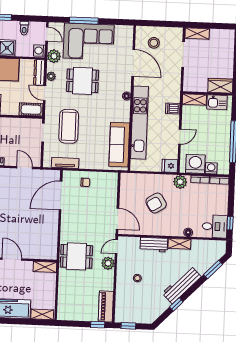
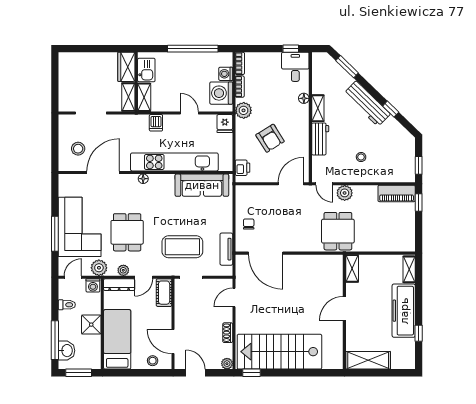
shelving: (197, 34) -> (128, 97), moved
printer: (132, 179) -> (243, 168), added

